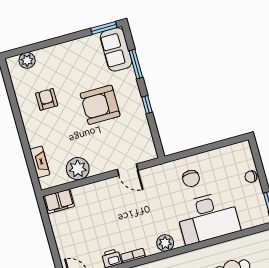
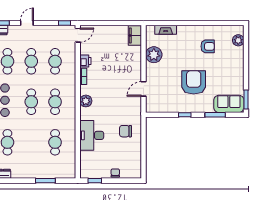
desk: (208, 218) -> (92, 135), width x0.73, depth x0.77

